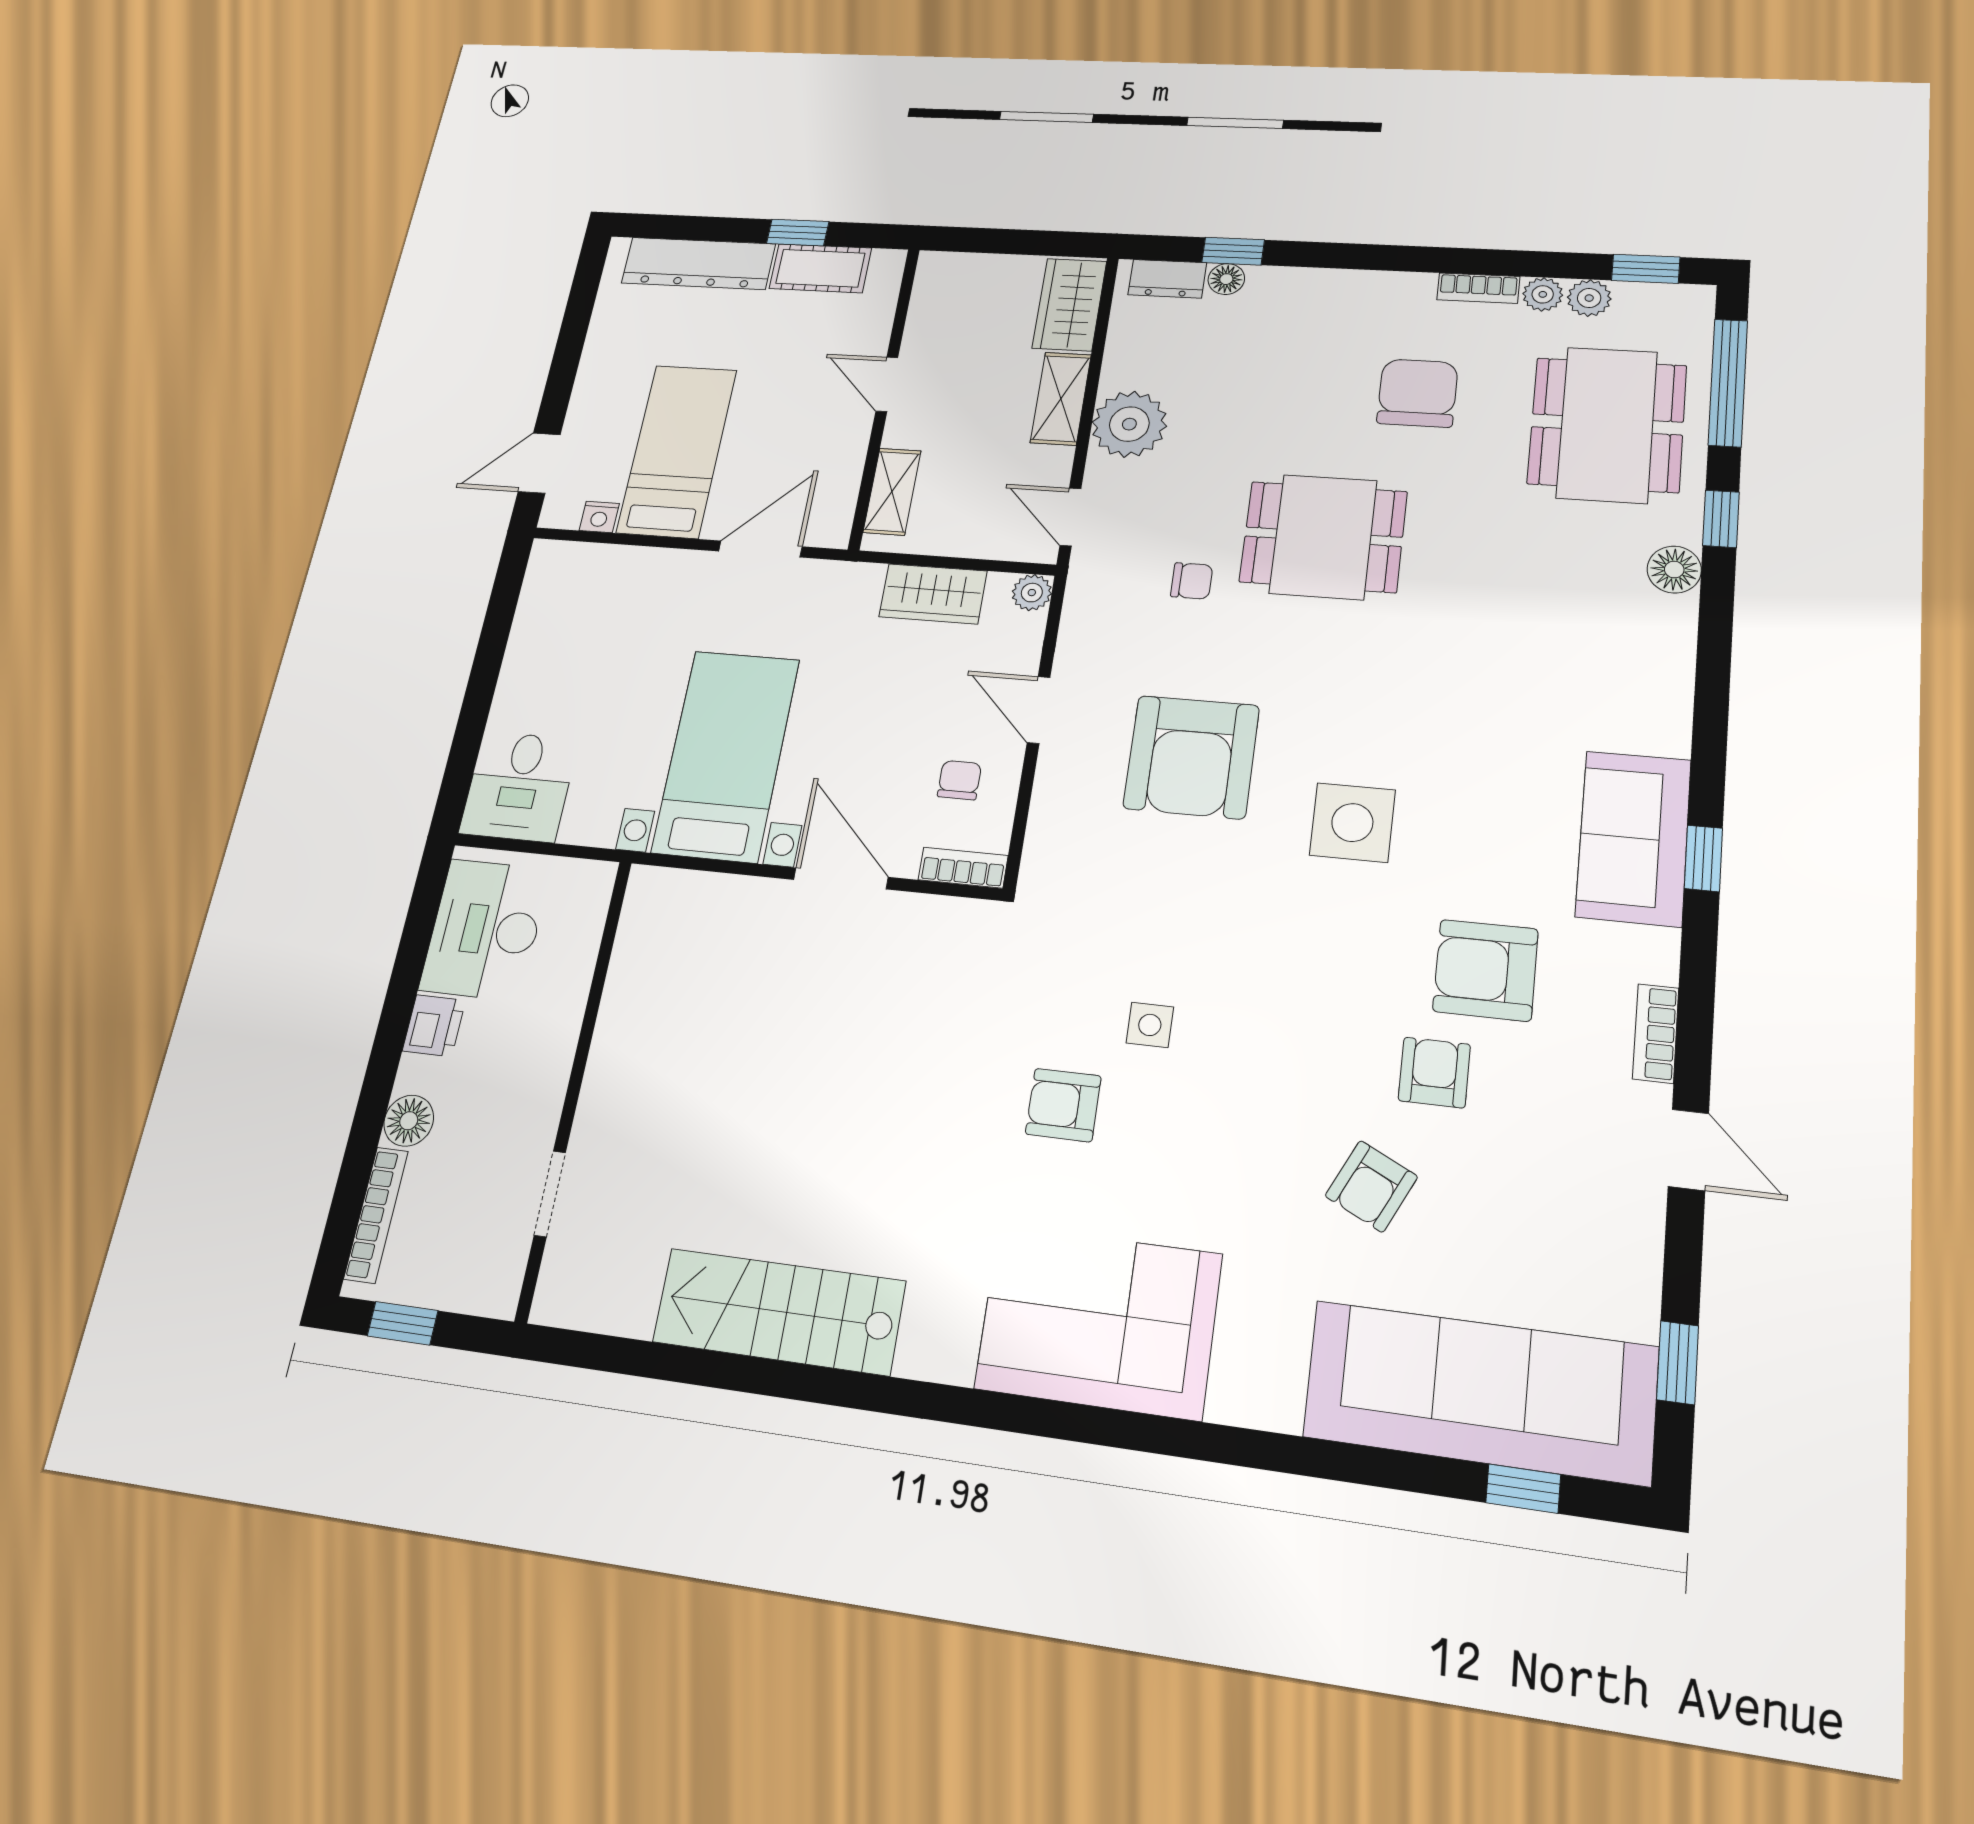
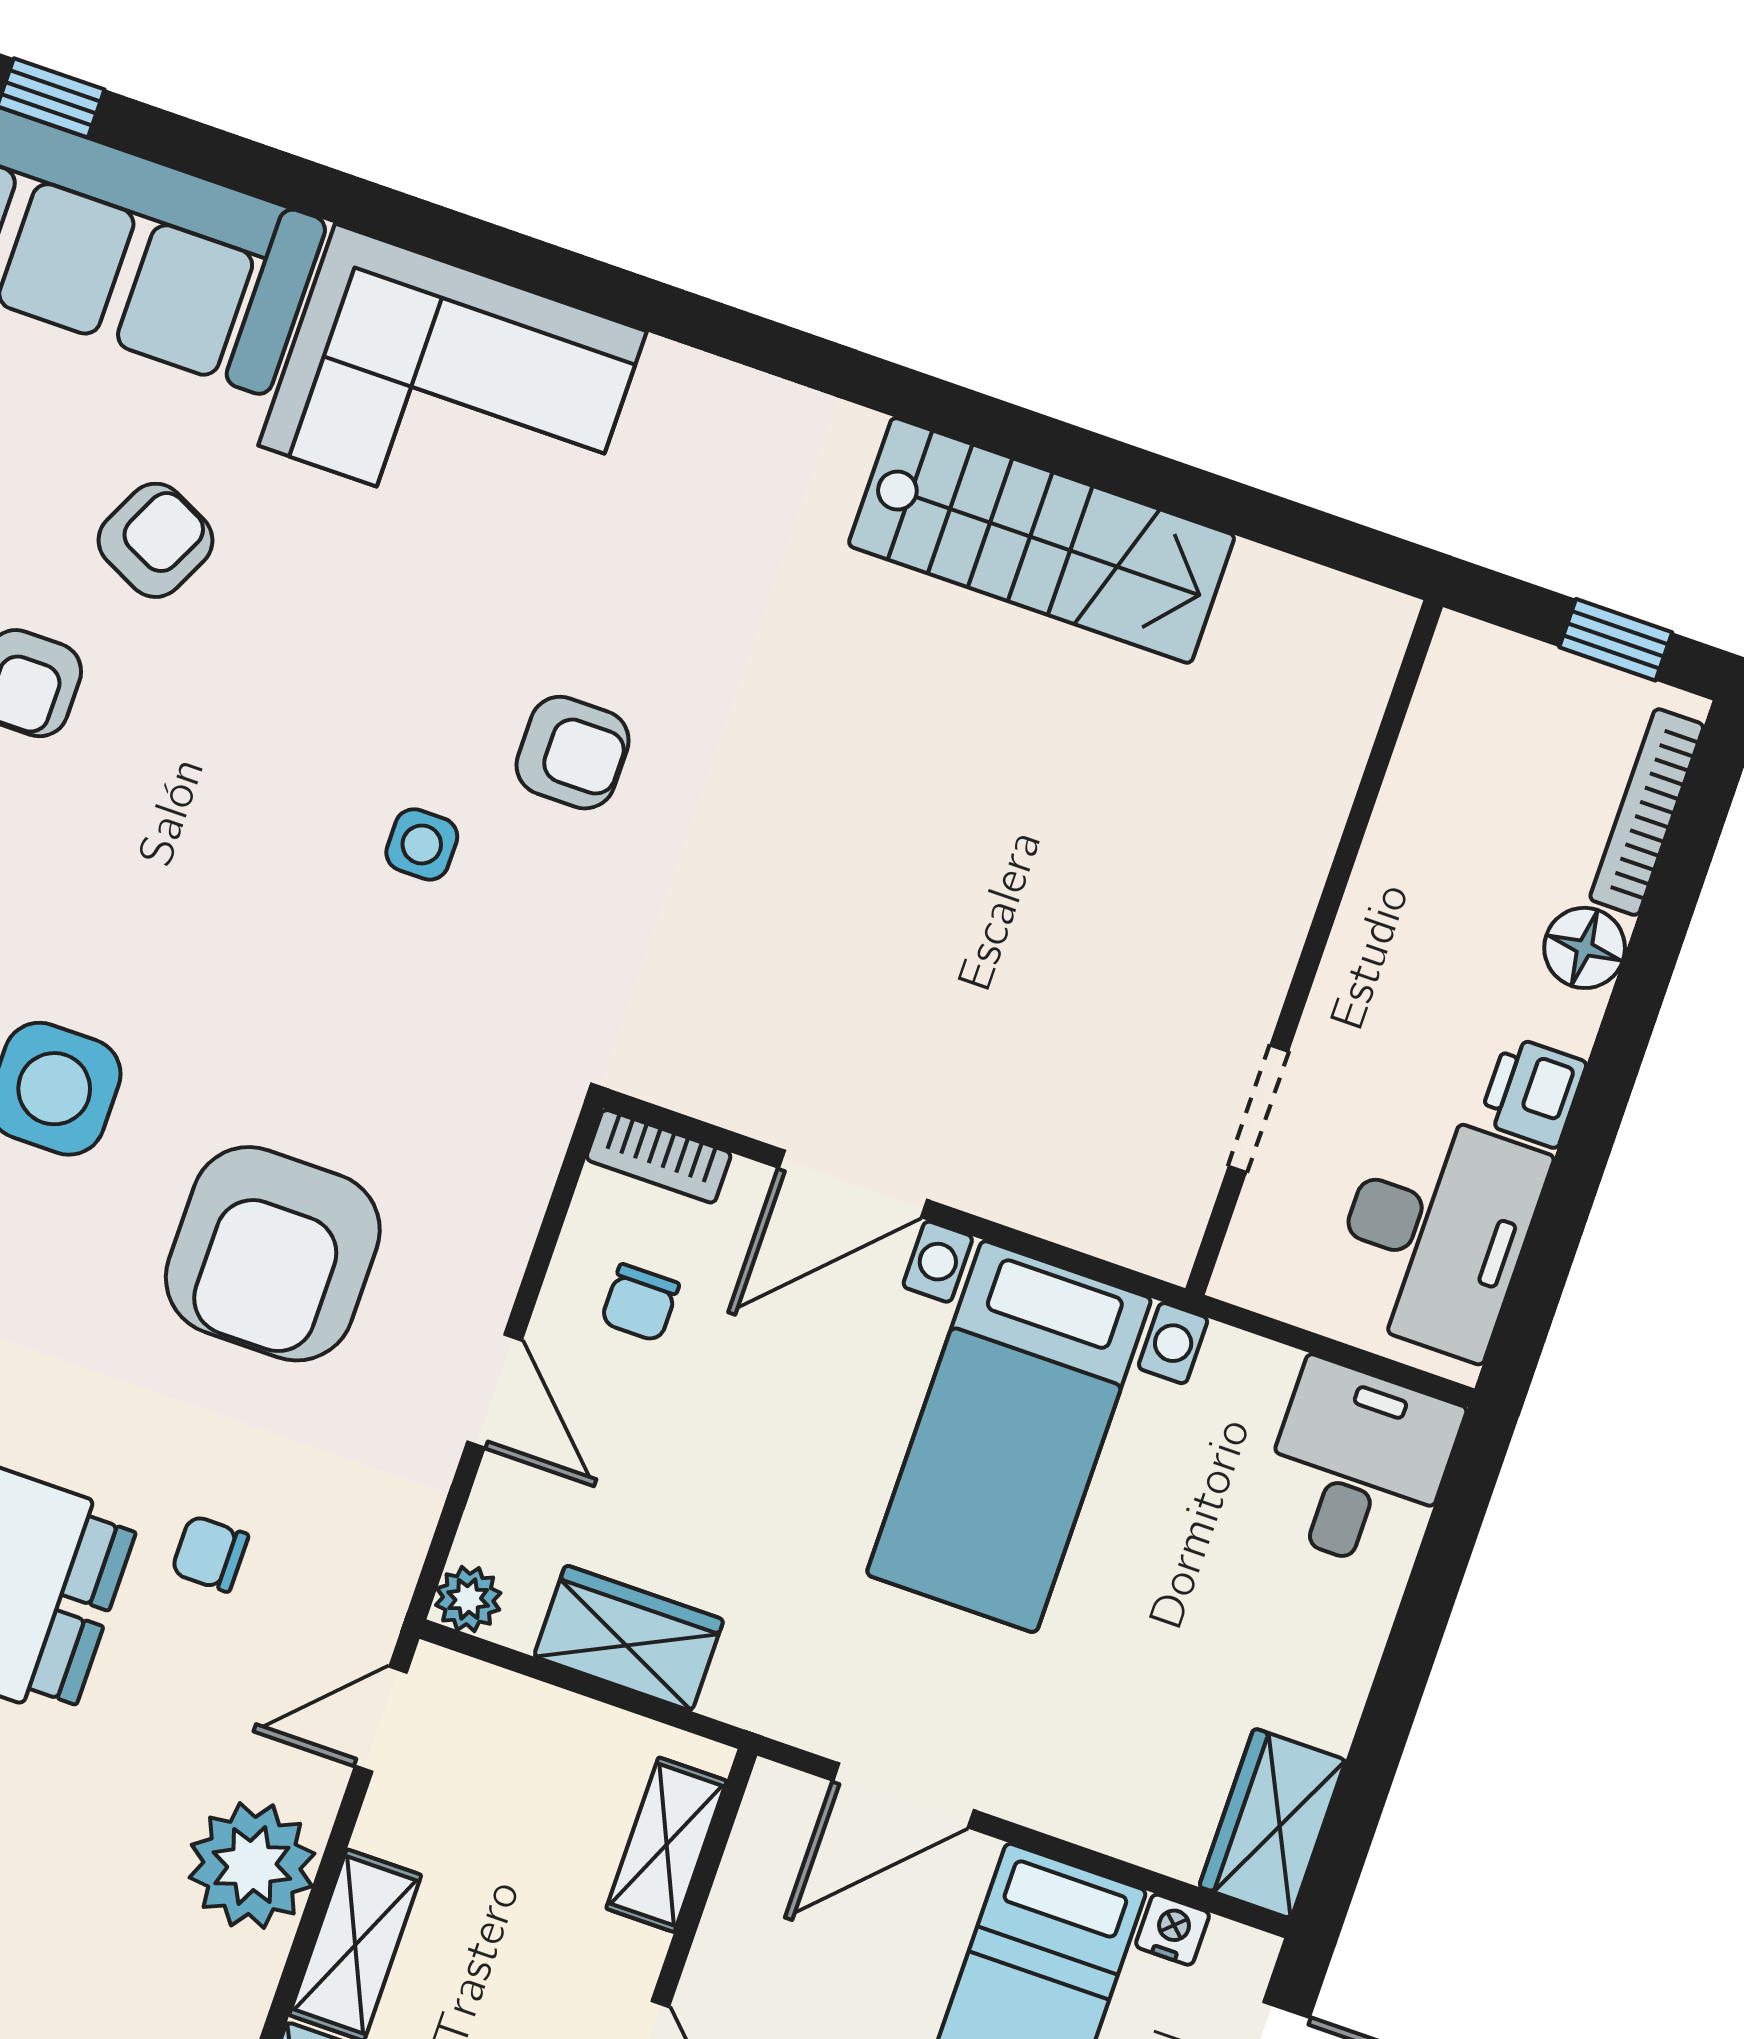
door: (1070, 517) -> (381, 1719), swing flipped
wardrobe: (549, 584) -> (1272, 1823), added
armchair: (1191, 757) -> (273, 1254), turned 180
door: (841, 878) -> (853, 1184), hinge flipped
doorway: (550, 1194) -> (1258, 1109), moved
corner sofa: (1099, 1321) -> (452, 388), moved

